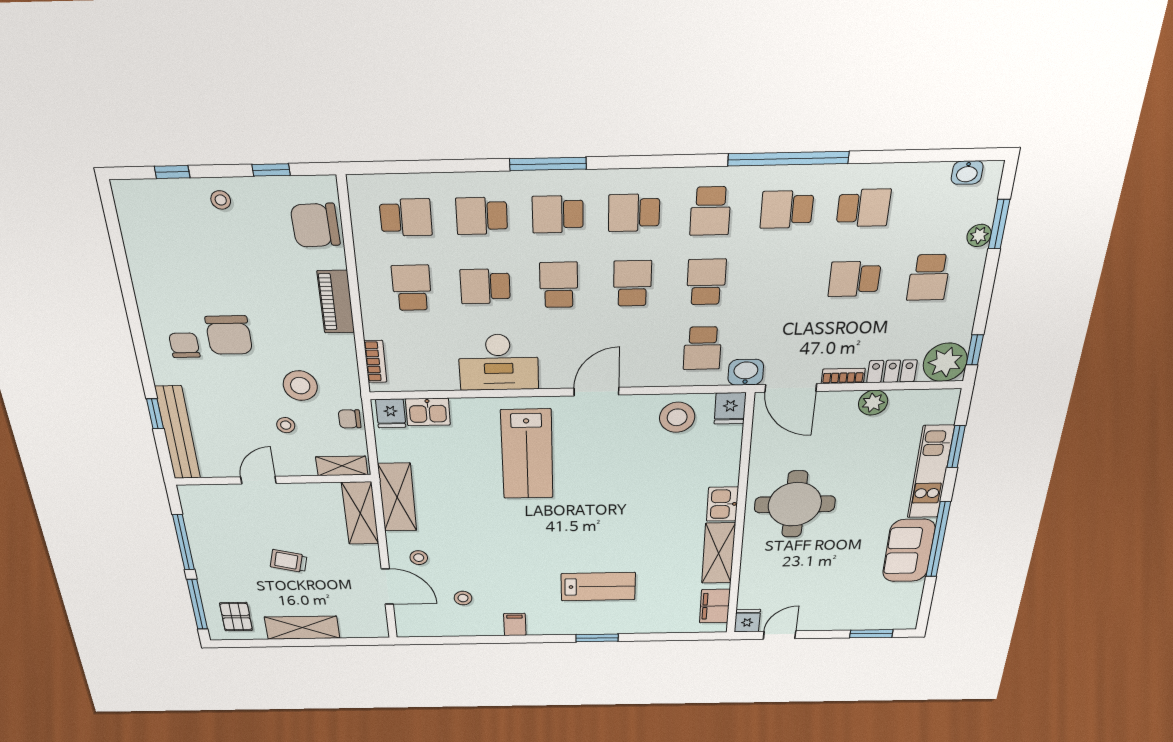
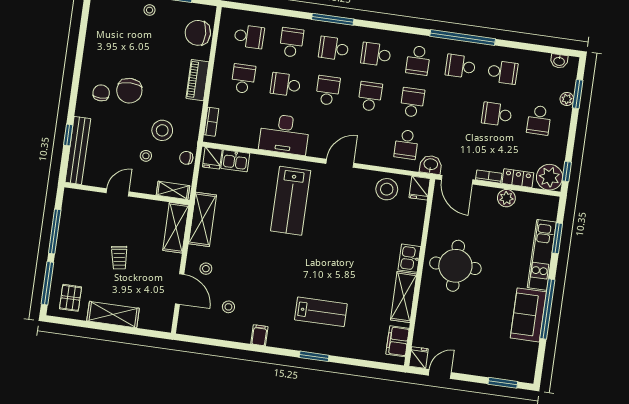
school desk: (482, 216) -> (291, 42), turned 90
trolley: (289, 561) -> (119, 258), turned -113

